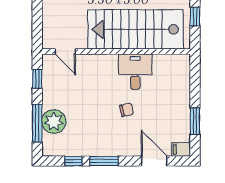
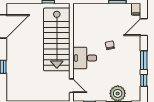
door: (65, 51) -> (71, 86), hinge flipped
desk: (135, 72) -> (85, 58), moved

